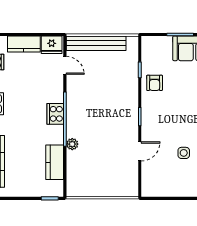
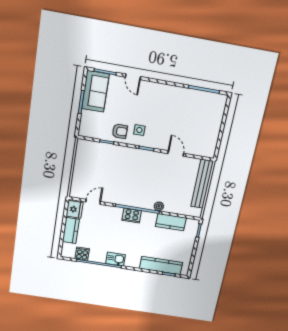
bench: (96, 43) -> (202, 184), moved
side table: (184, 153) -> (139, 130), moved

